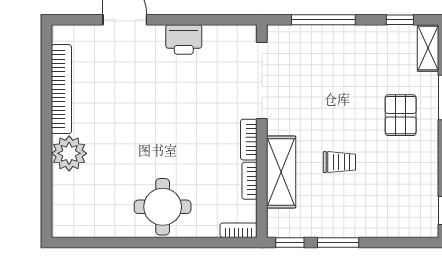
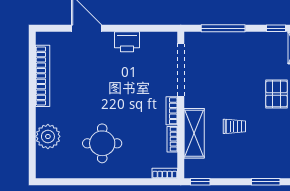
plant: (69, 153) -> (48, 136), moved
round table: (163, 207) -> (102, 143), moved
window: (338, 242) -> (266, 182), moved

